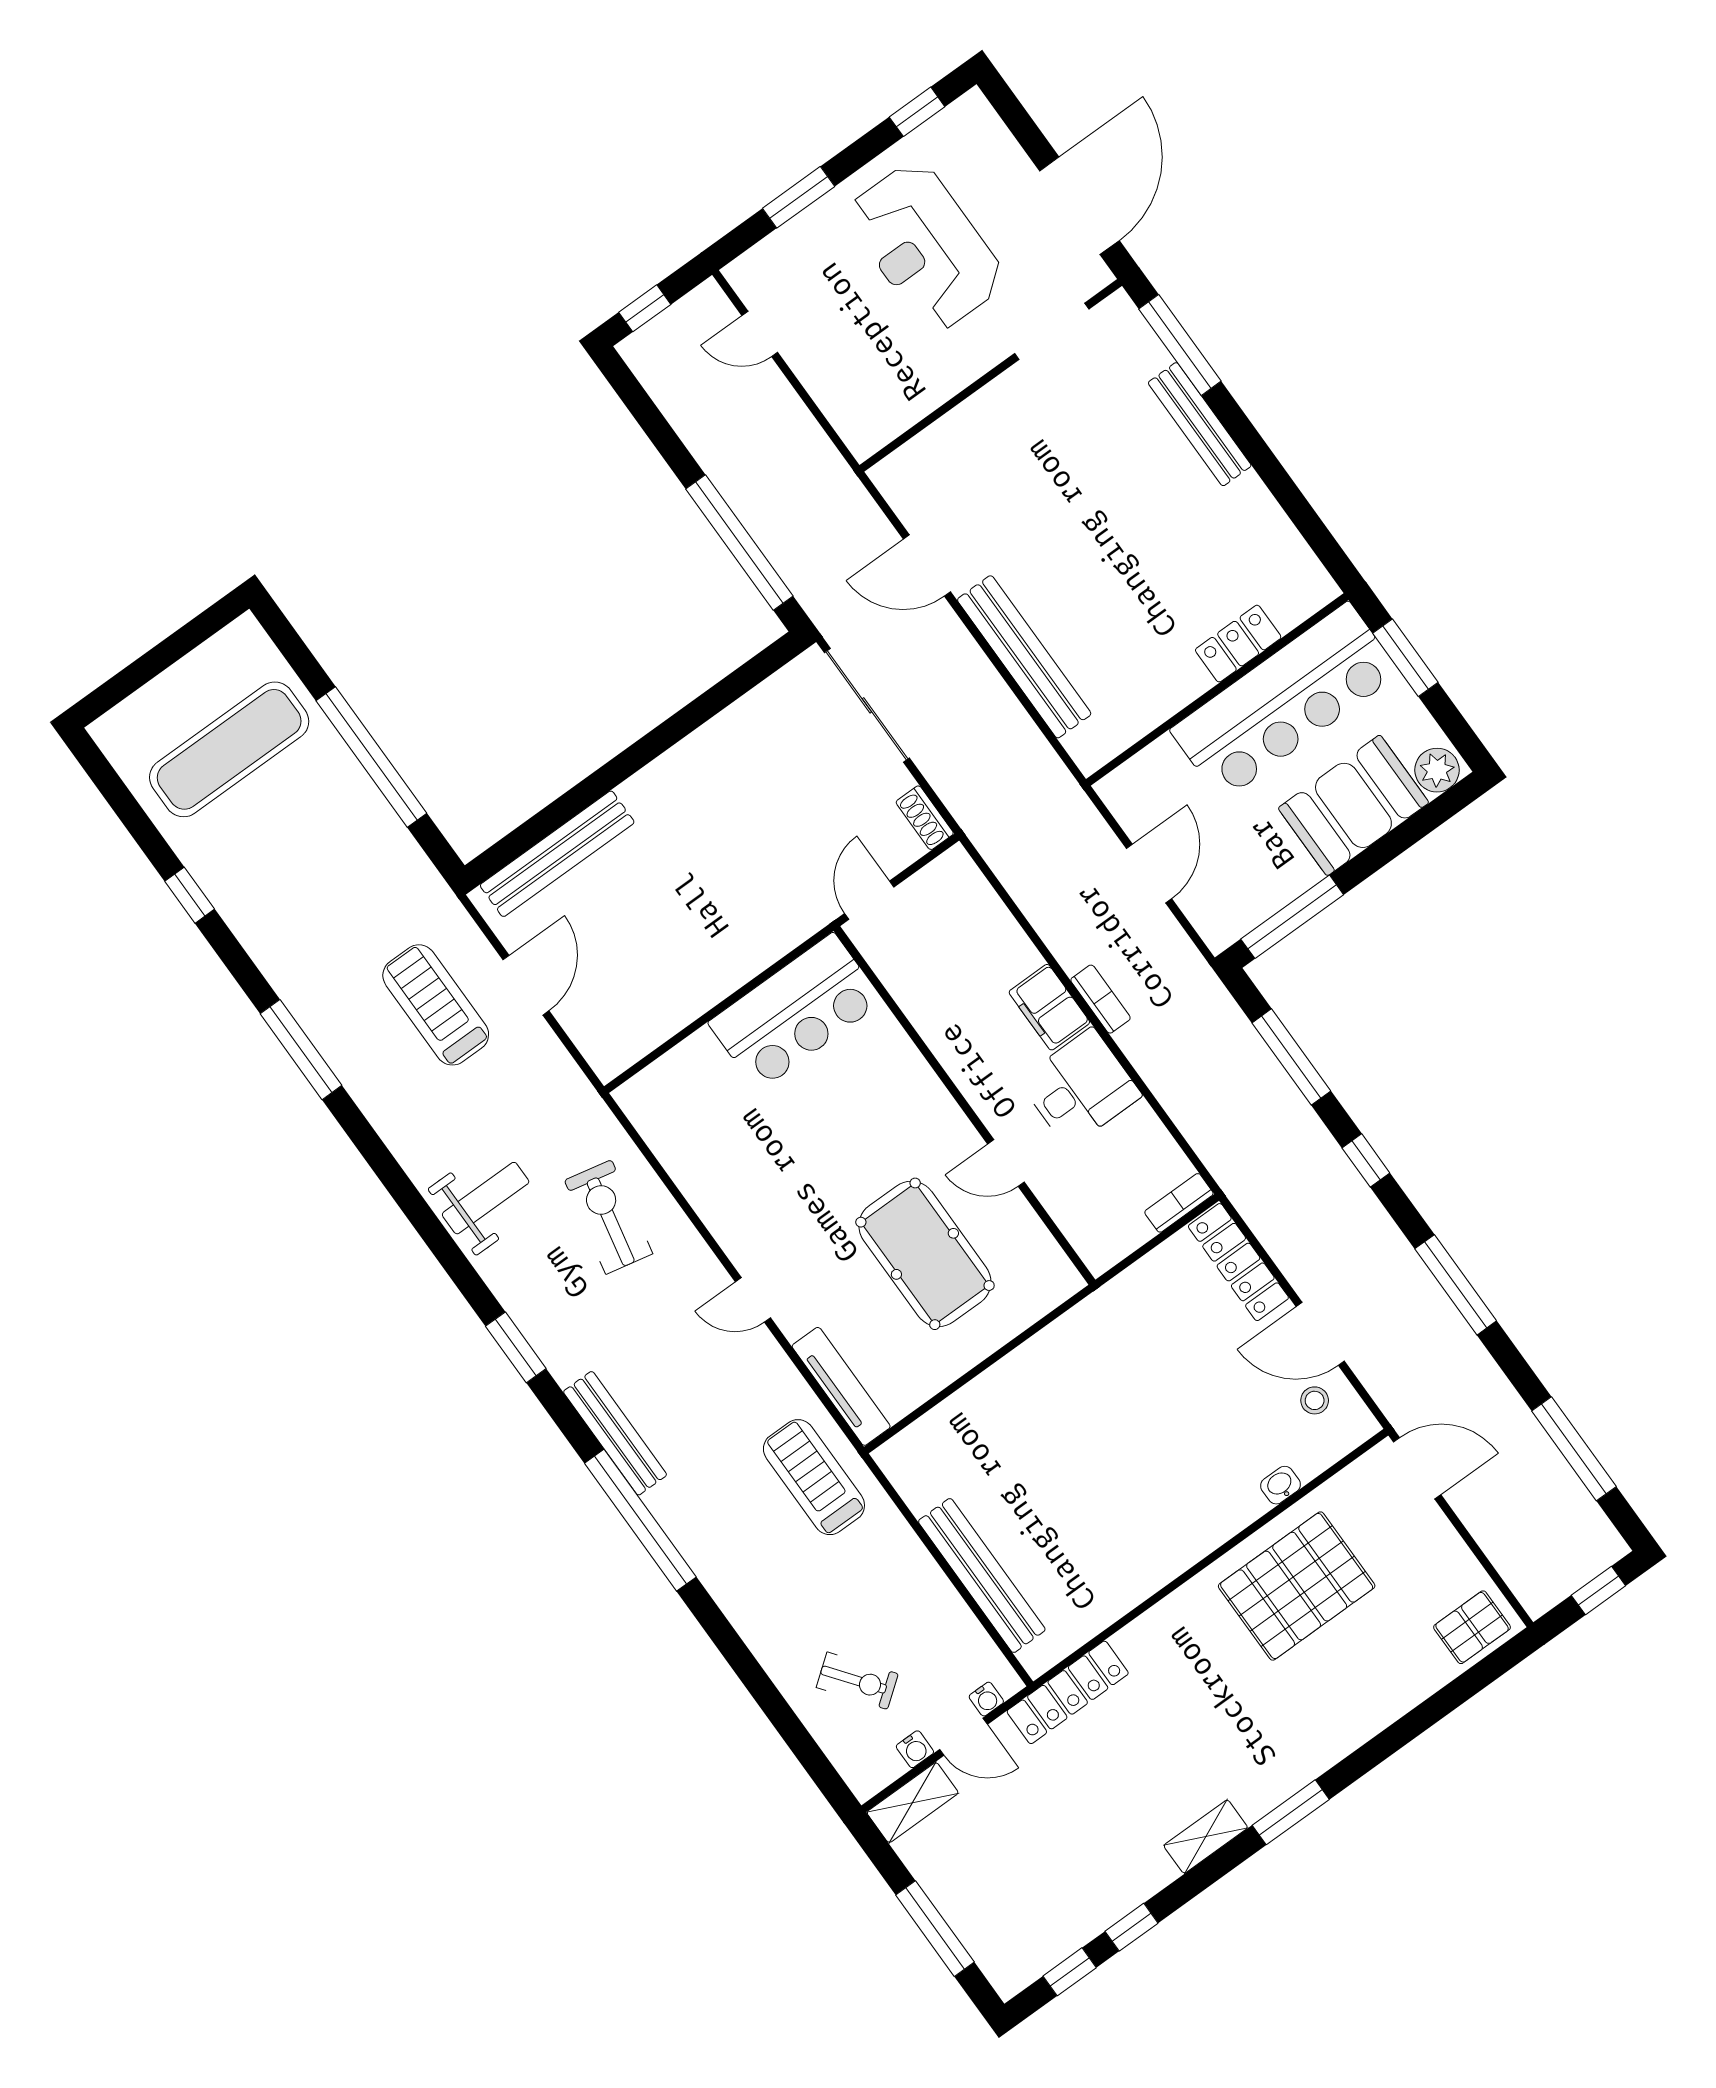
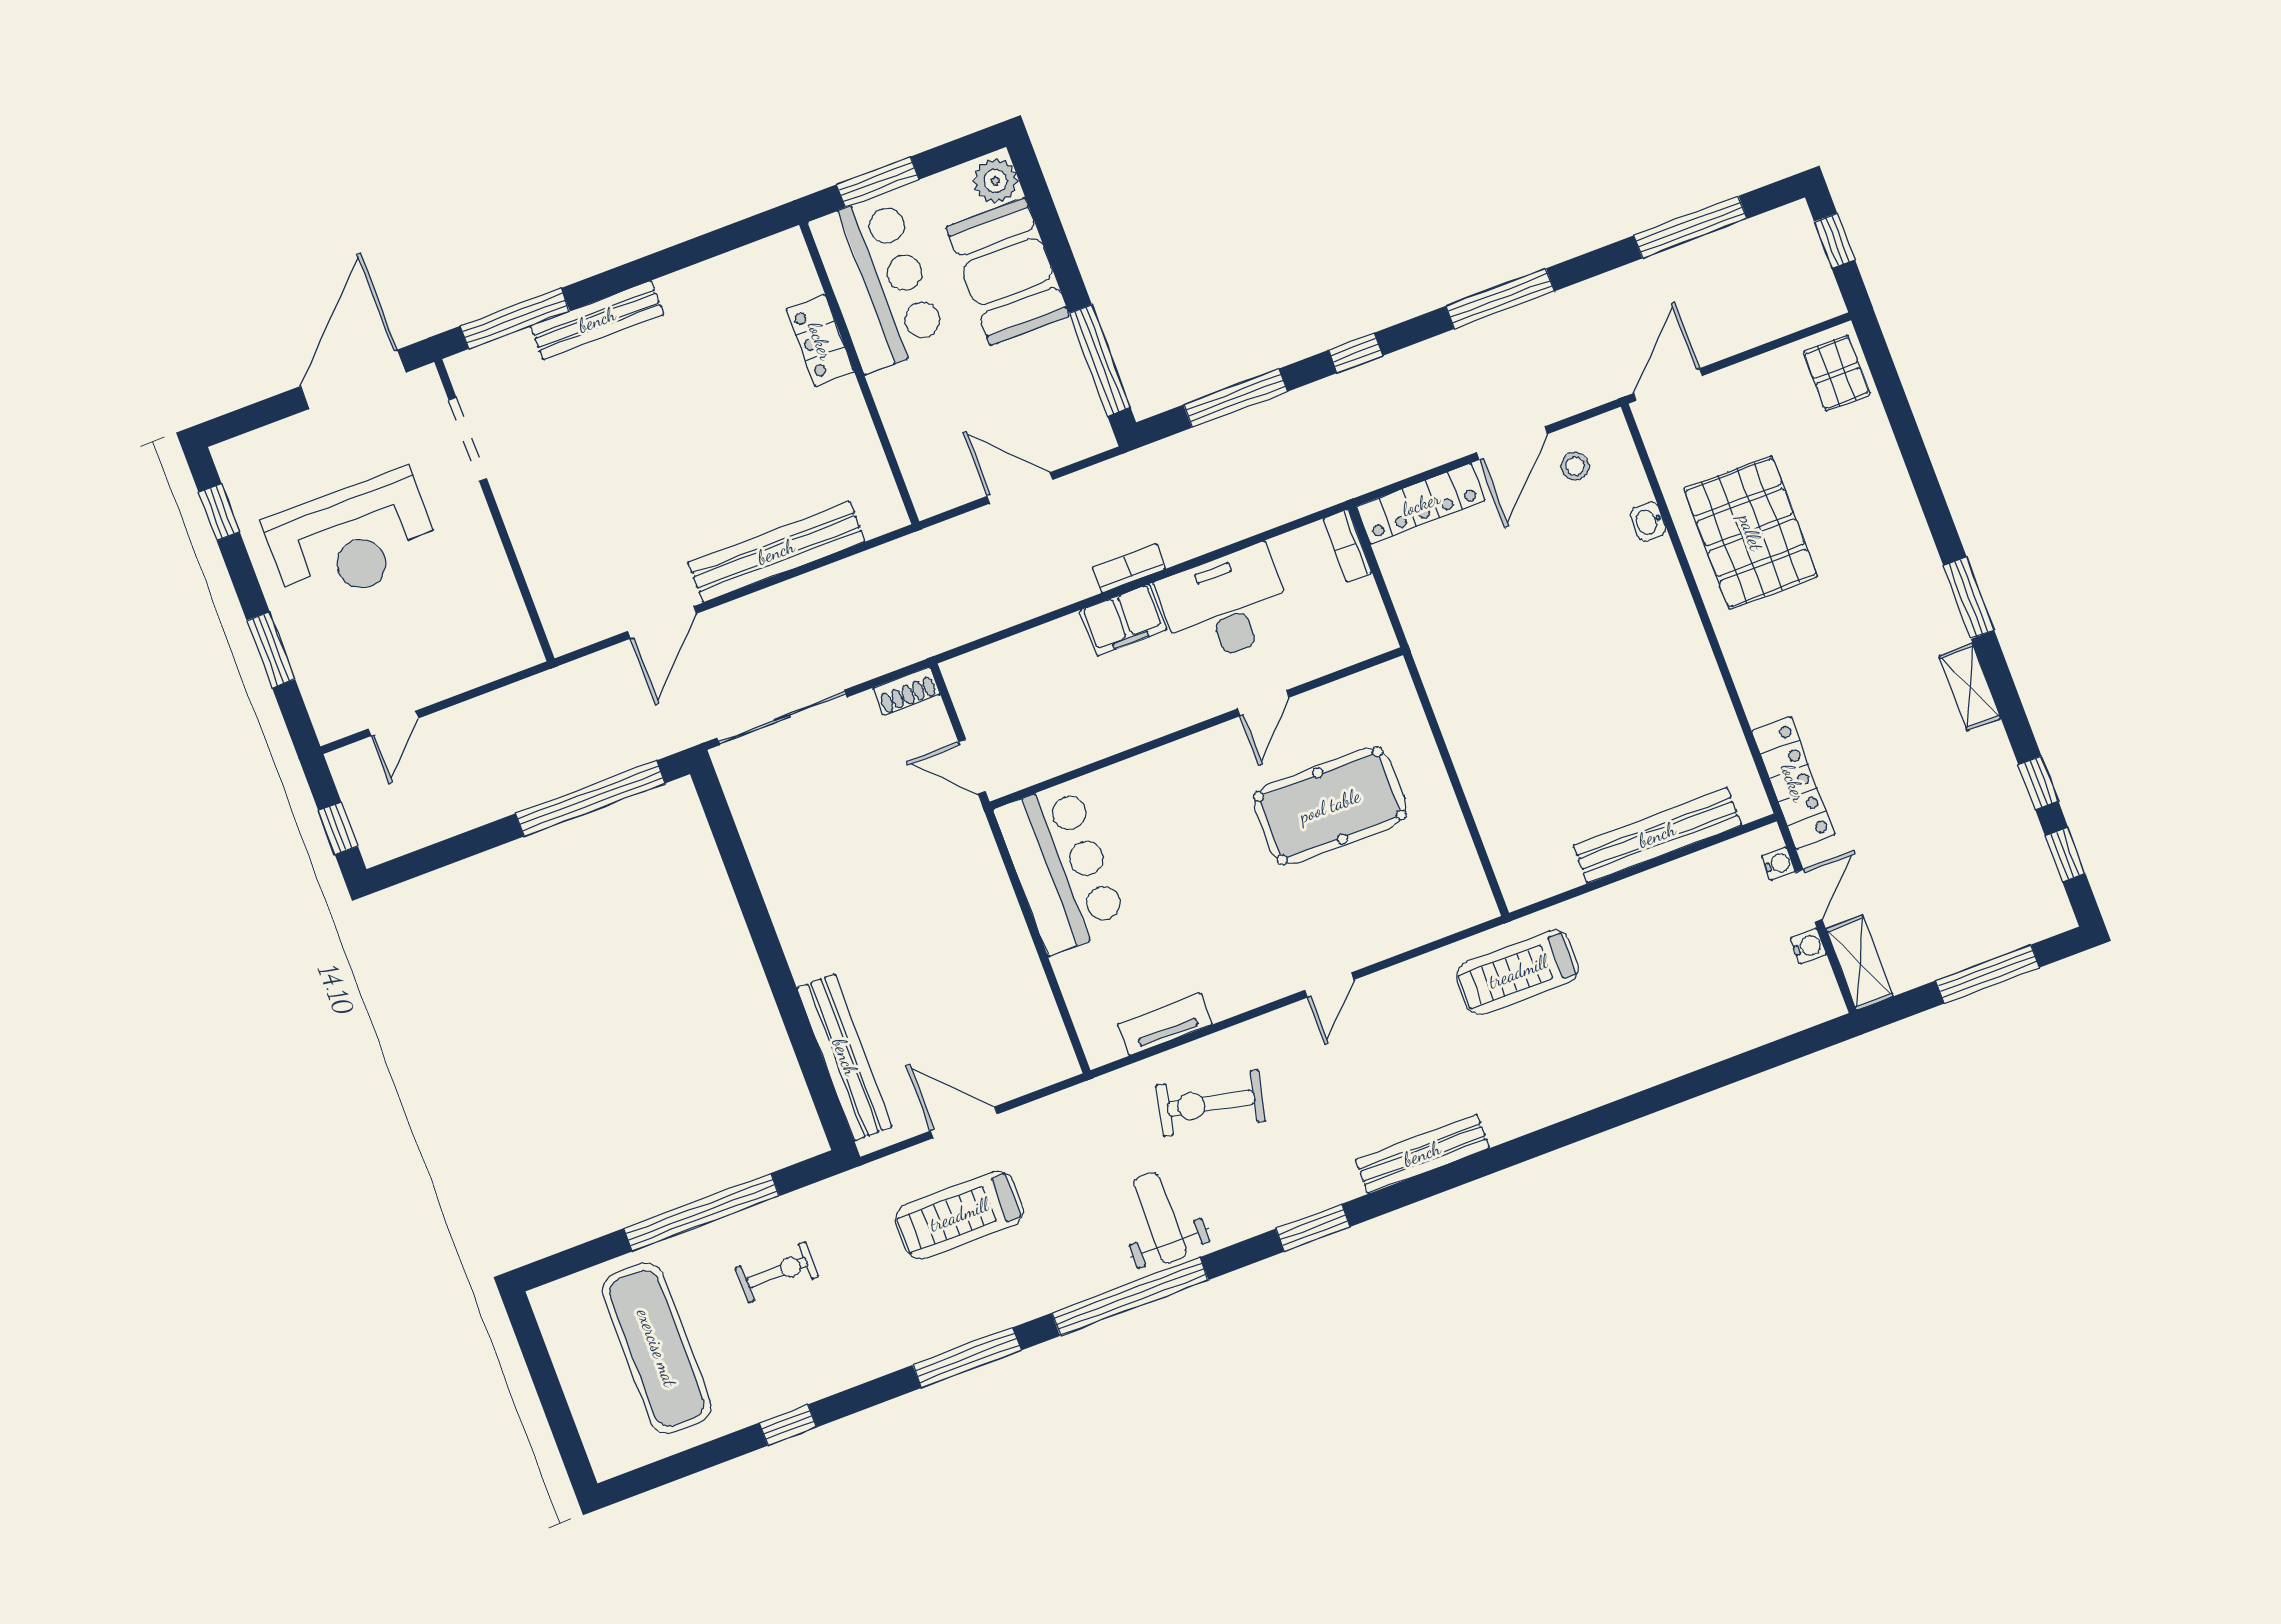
door: (1079, 206) -> (353, 379), hinge flipped
bar counter: (1285, 701) -> (878, 283), width x0.73
desk: (1080, 1088) -> (1225, 606), width x1.37
tv unit: (841, 1386) -> (1165, 1024), moved, width x0.71
window: (640, 1520) -> (1130, 1296), moved
exercise bike: (857, 1681) -> (777, 1272), moved, turned 37

